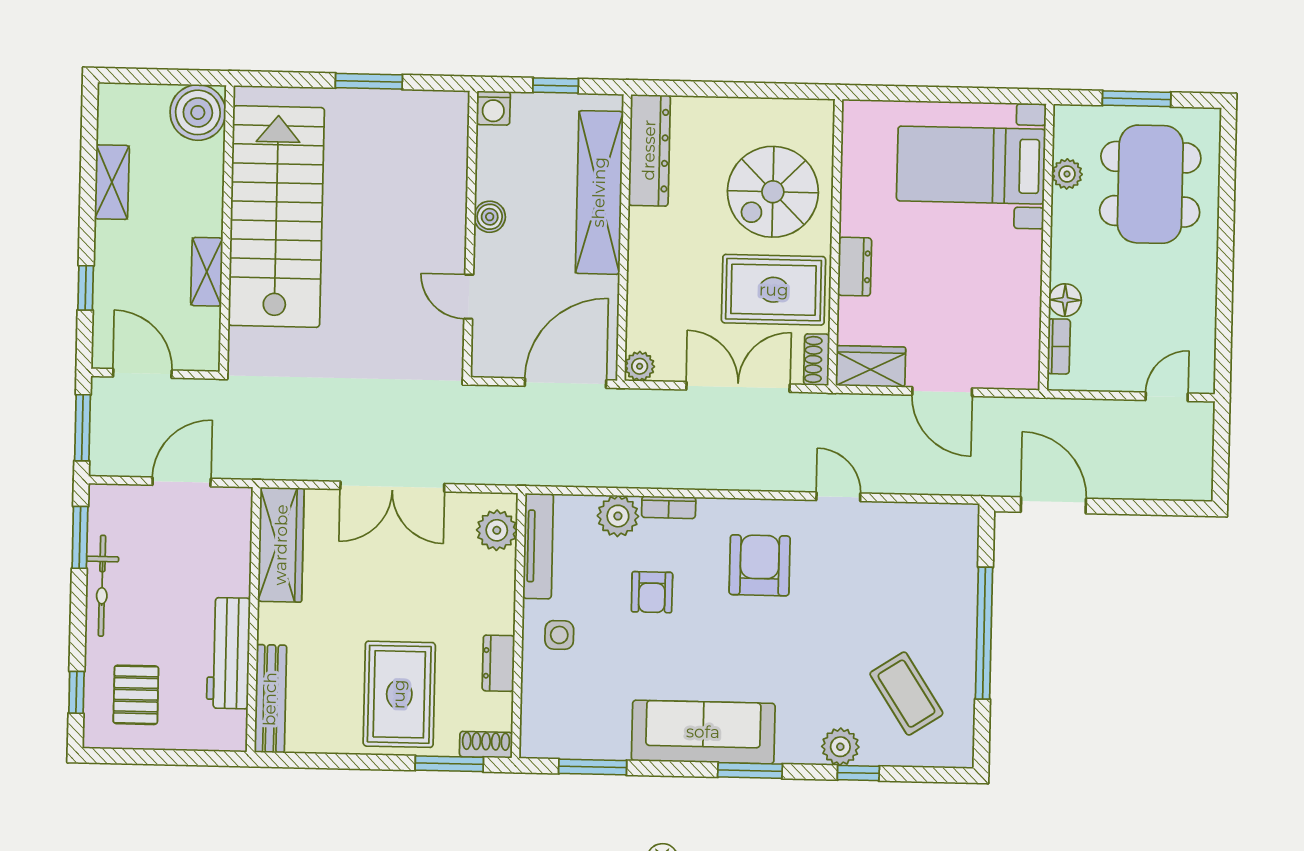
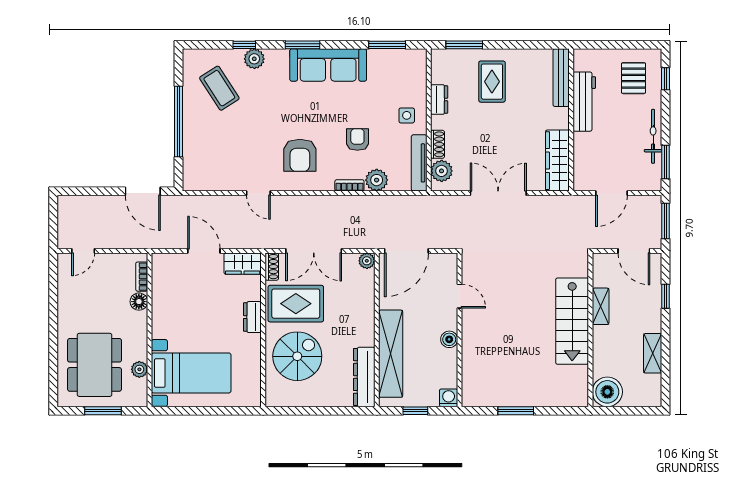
stairs: (276, 217) -> (572, 321), width x0.73, depth x0.66
rug: (399, 694) -> (492, 82), width x0.73, depth x0.70
shoe rack: (486, 745) -> (437, 144), moved, turned -90

